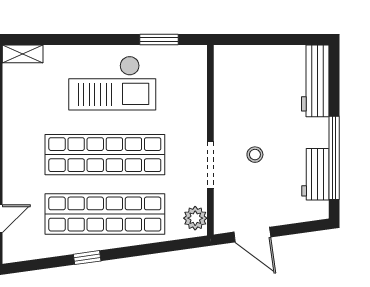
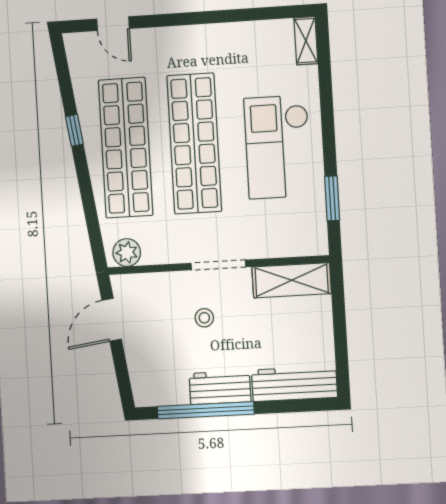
shelving: (227, 78) -> (292, 280), added
doorway: (210, 165) -> (218, 265), moved
workbench: (315, 174) -> (220, 388), moved

